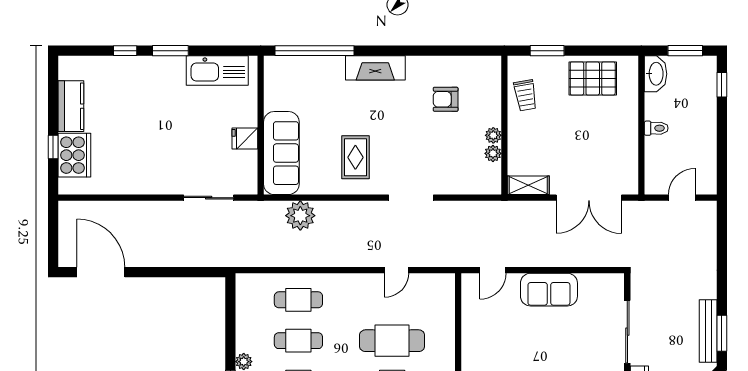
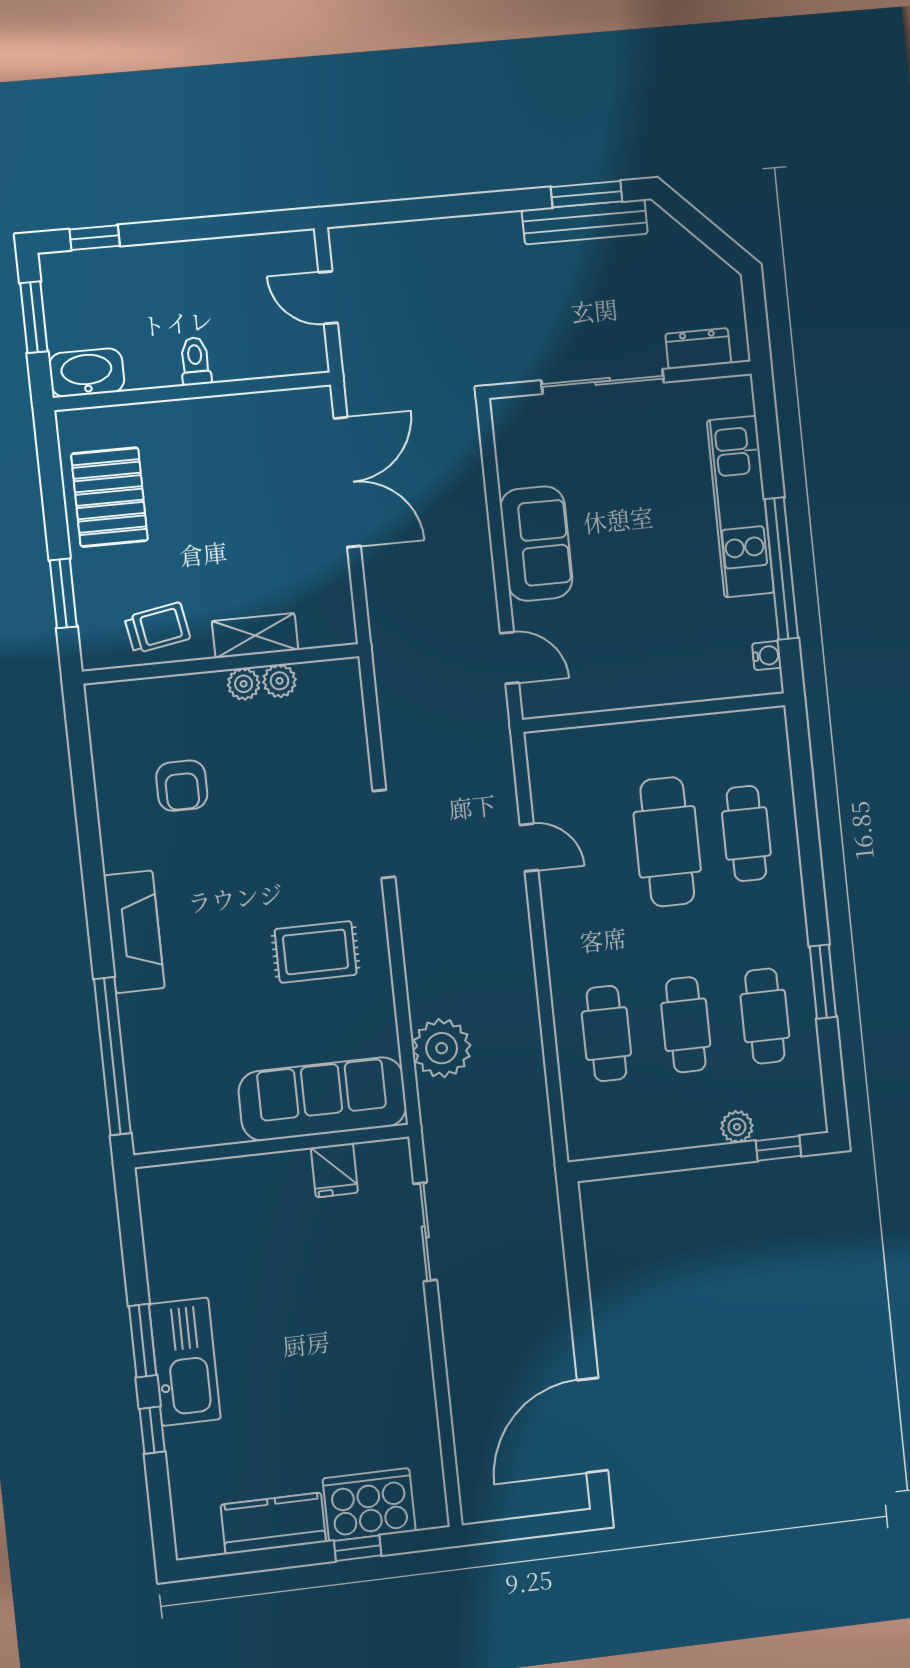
kitchen sink: (217, 71) -> (185, 1362), moved
fridge: (245, 138) -> (334, 1170), moved
shelving: (528, 185) -> (255, 636), moved, turned 90

